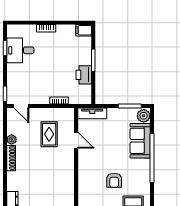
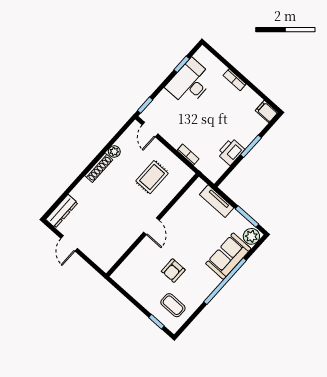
desk: (20, 50) -> (190, 83), width x1.37
tv unit: (92, 113) -> (217, 201), moved
door: (76, 140) -> (151, 226), moved

